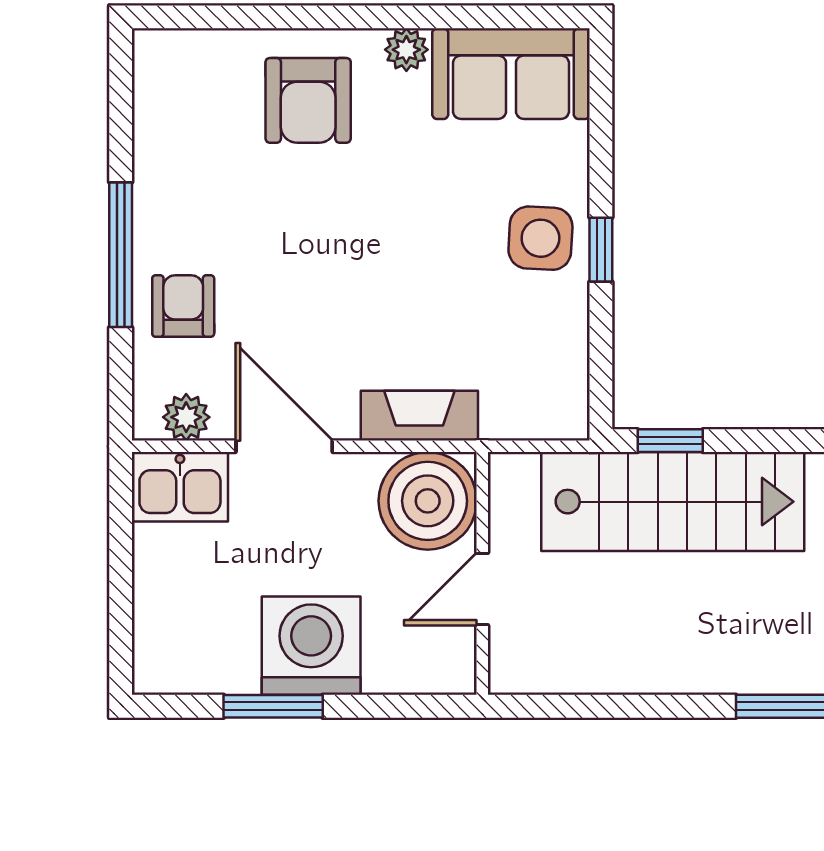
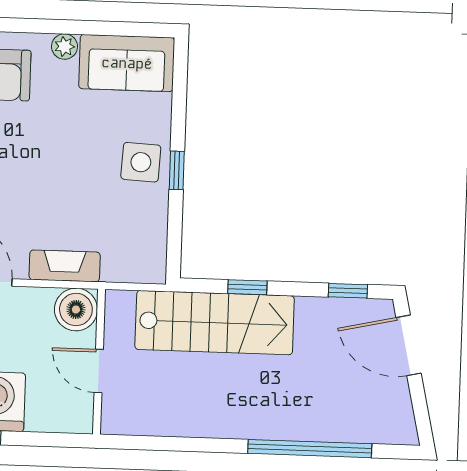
window: (670, 441) -> (247, 287), moved
boiler: (428, 501) -> (76, 309), width x0.73, depth x0.73
door: (482, 589) -> (99, 371), hinge flipped

